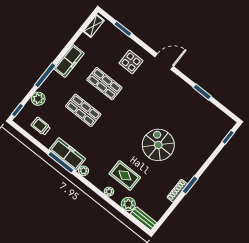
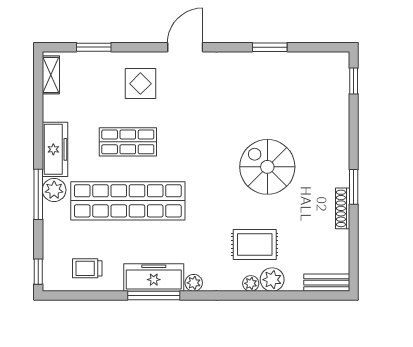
plant: (38, 99) -> (54, 190), moved
shop shelf: (83, 110) -> (128, 201), width x2.00, depth x1.36
plant: (128, 204) -> (272, 280), moved

